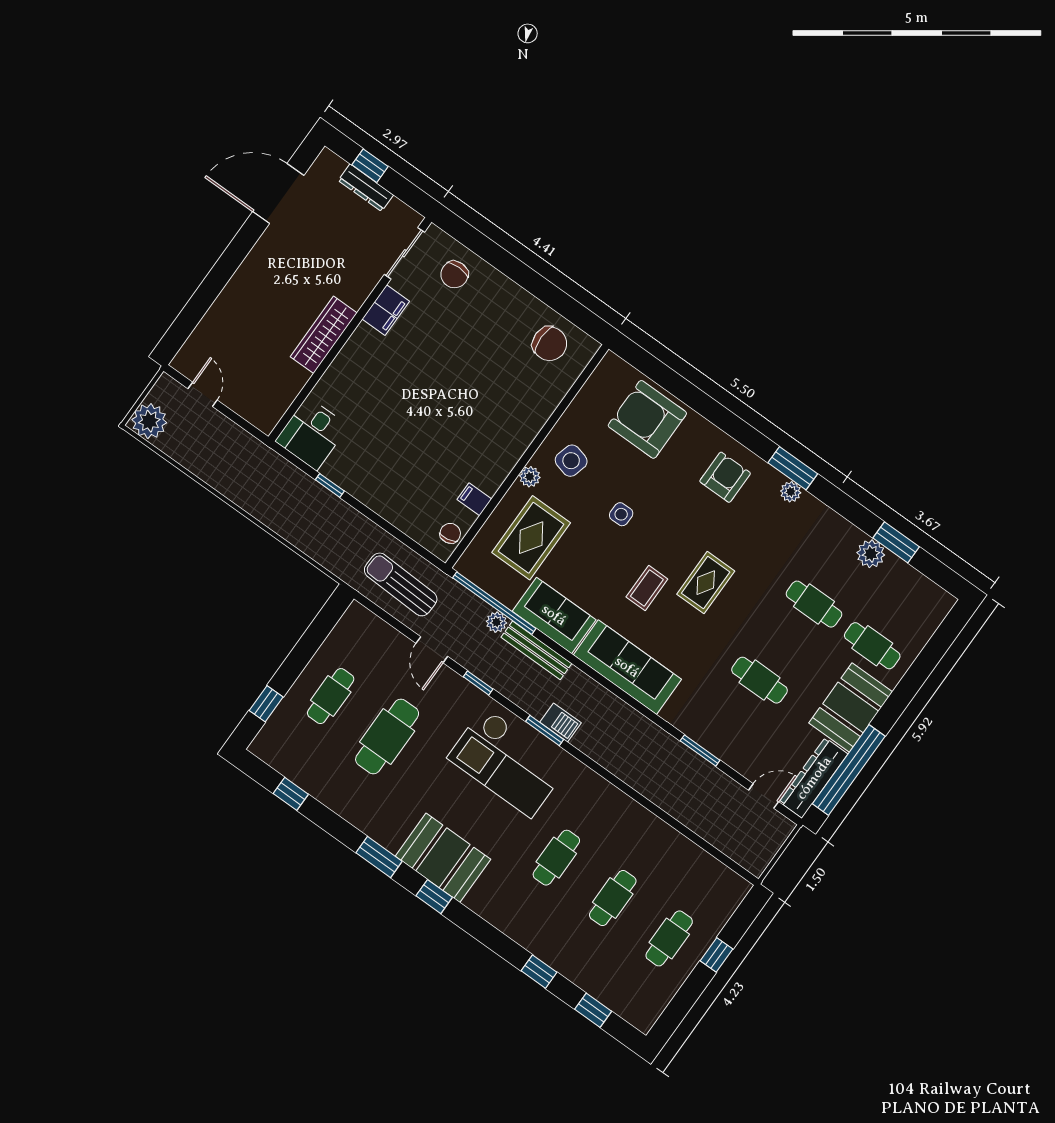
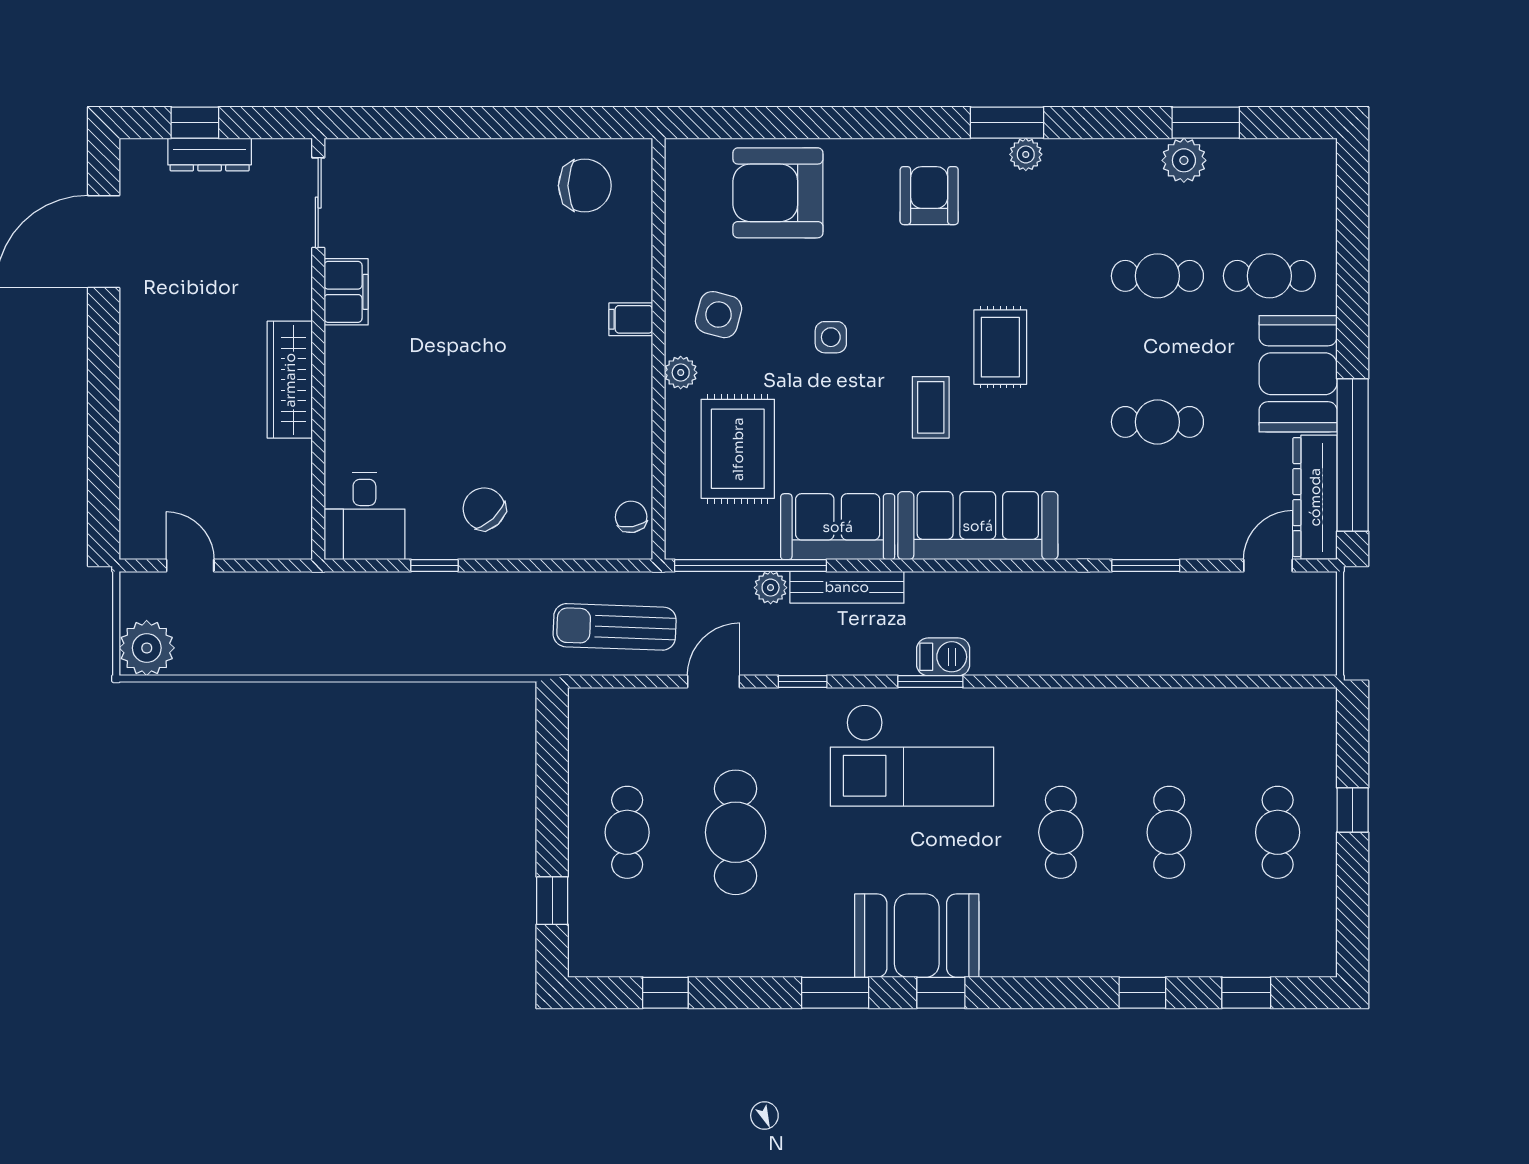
chair: (454, 275) -> (484, 509), moved, turned 137
filing cabinet: (474, 499) -> (631, 319), moved
door: (432, 650) -> (714, 681), swing flipped

